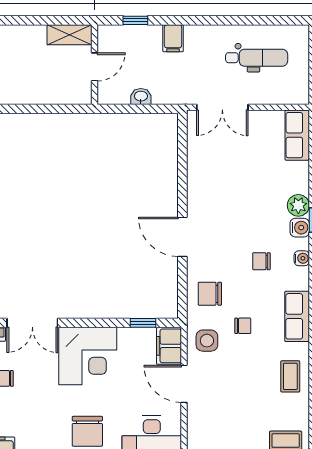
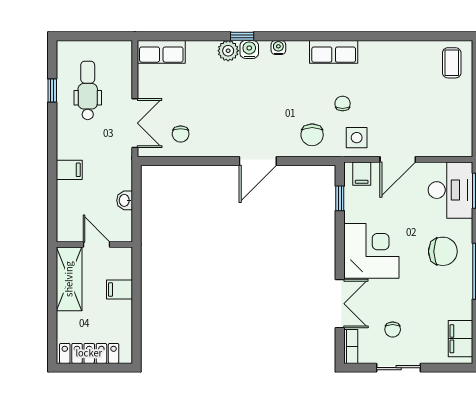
window: (135, 20) -> (52, 90), moved
shelving: (70, 35) -> (69, 279), width x1.50, depth x1.33
filing cabinet: (47, 91) -> (120, 290), added
chair: (261, 261) -> (181, 134), moved
filing cabinet: (169, 346) -> (362, 174), width x0.50
coffee table: (290, 376) -> (391, 58), removed

